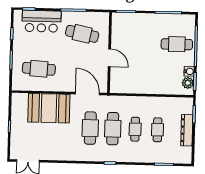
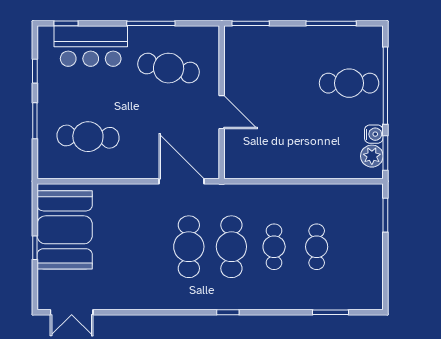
booth: (49, 108) -> (65, 230), moved, turned 90
dresser: (187, 130) -> (372, 246), removed

